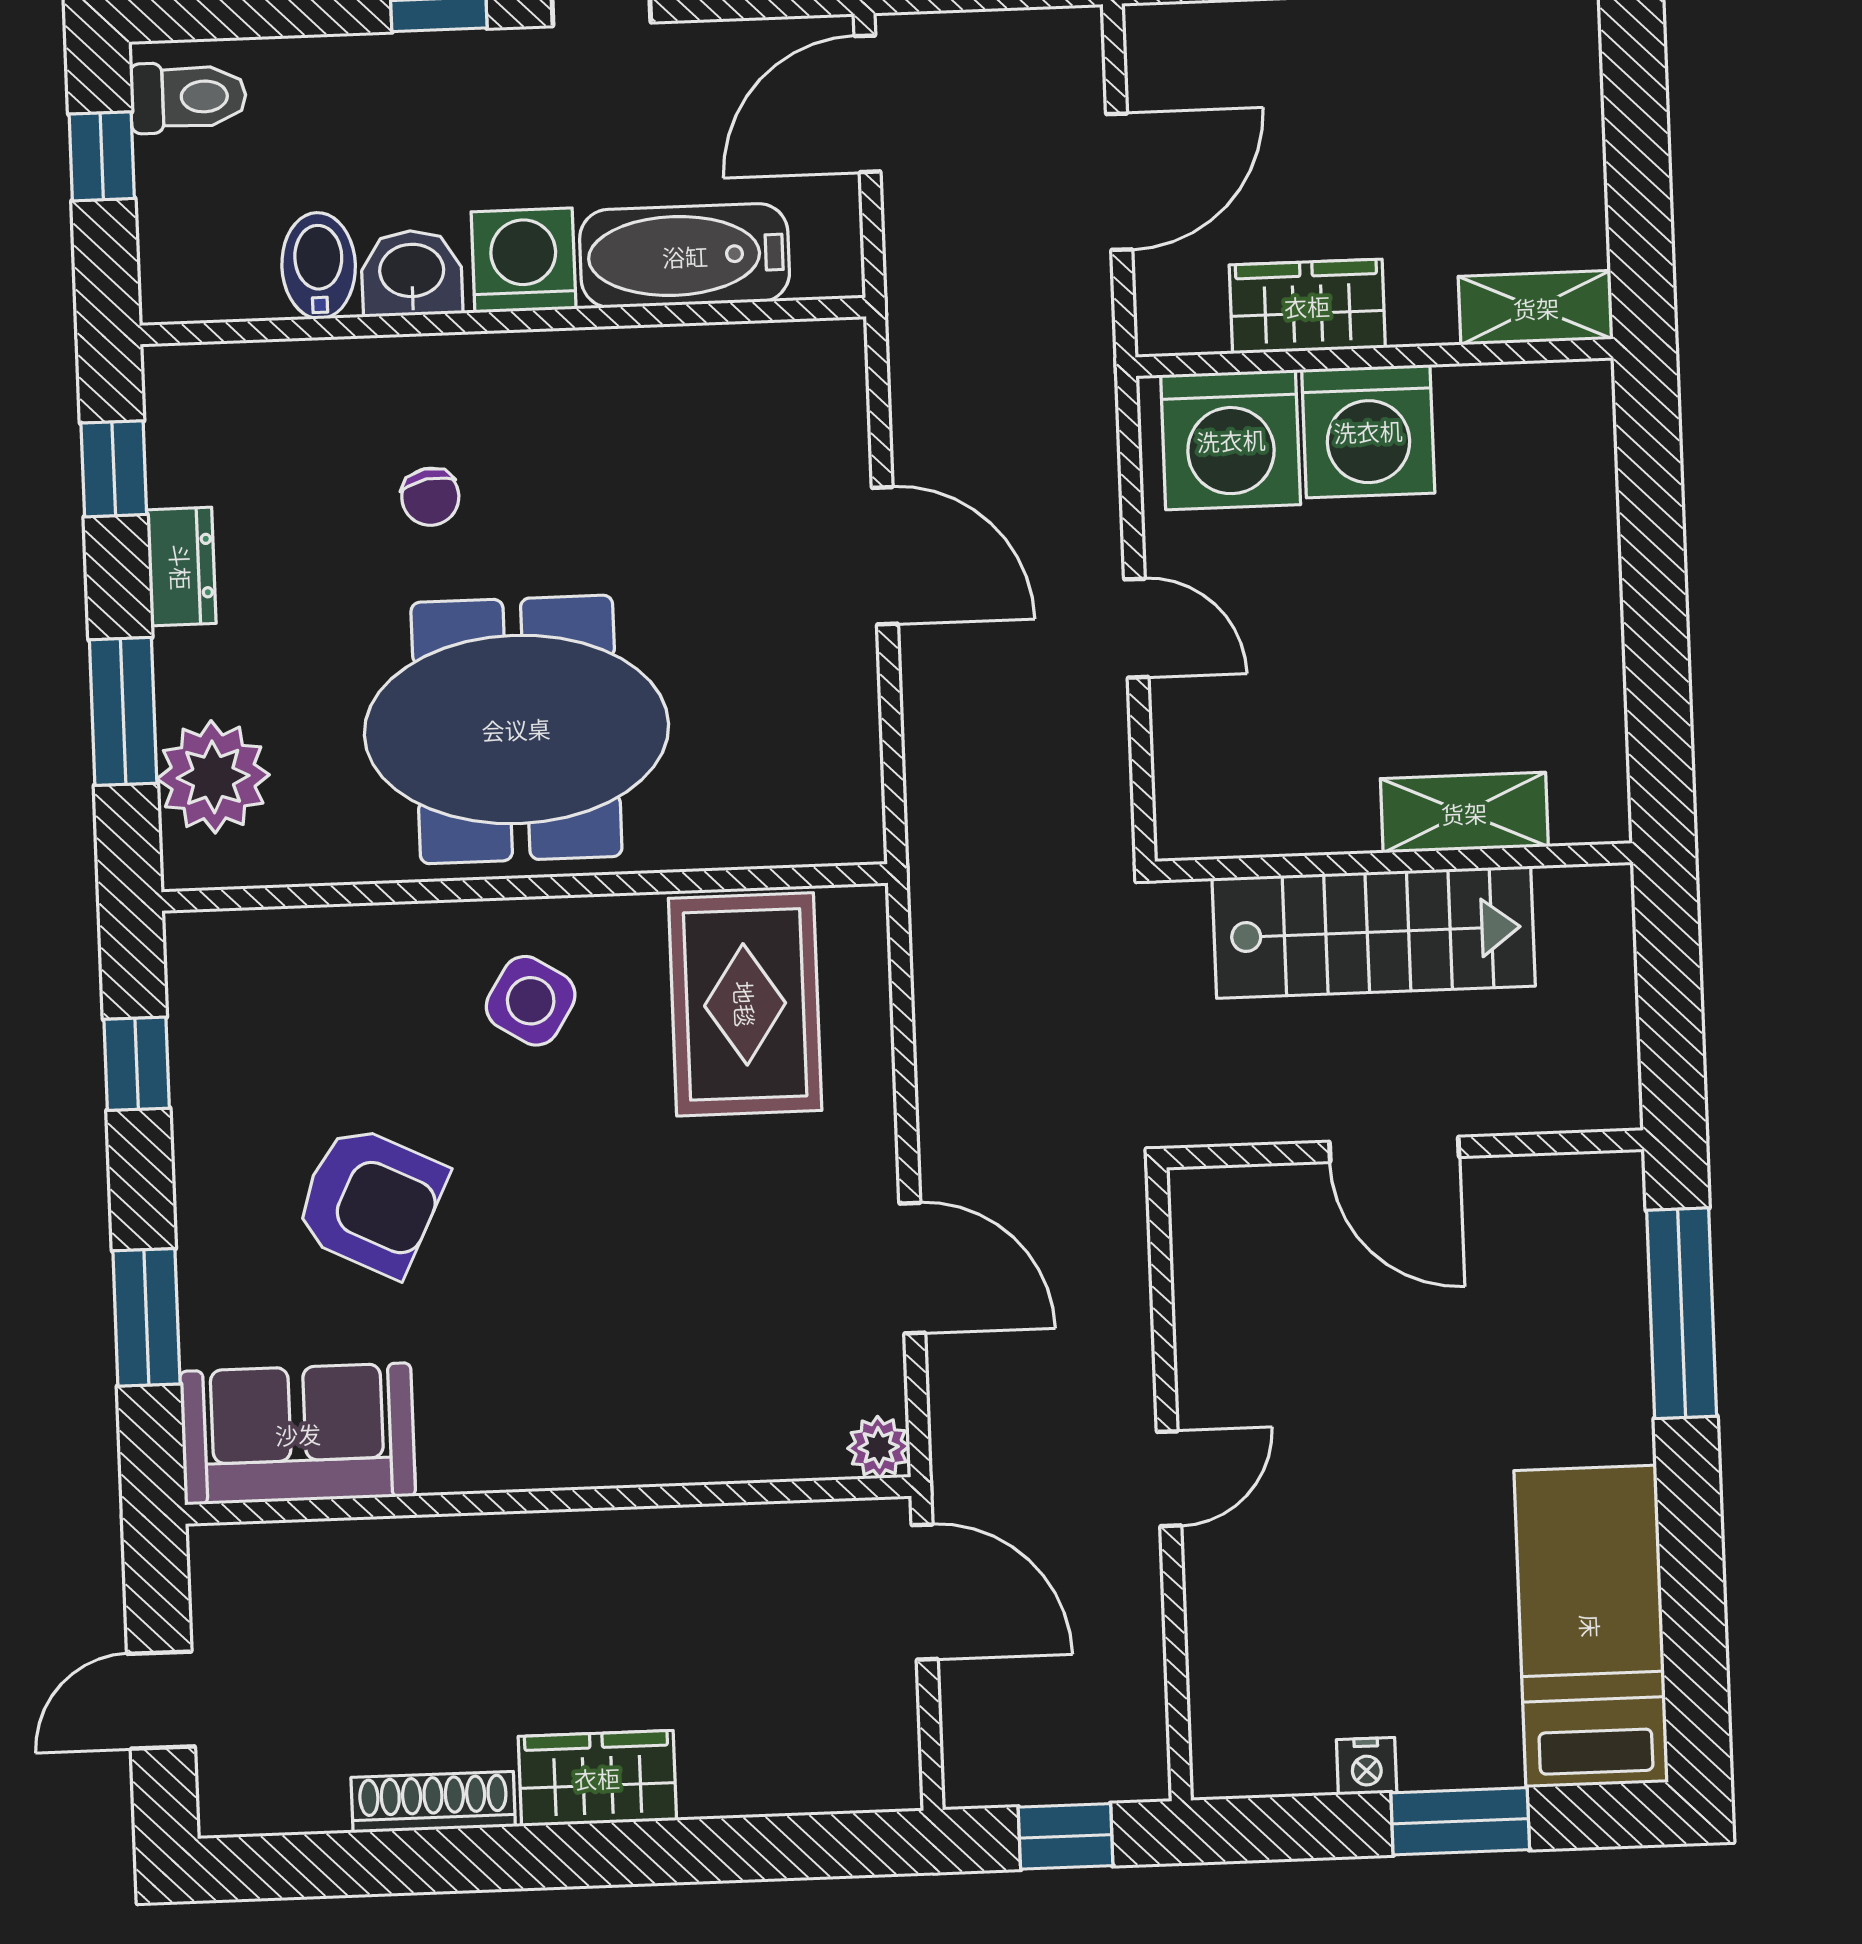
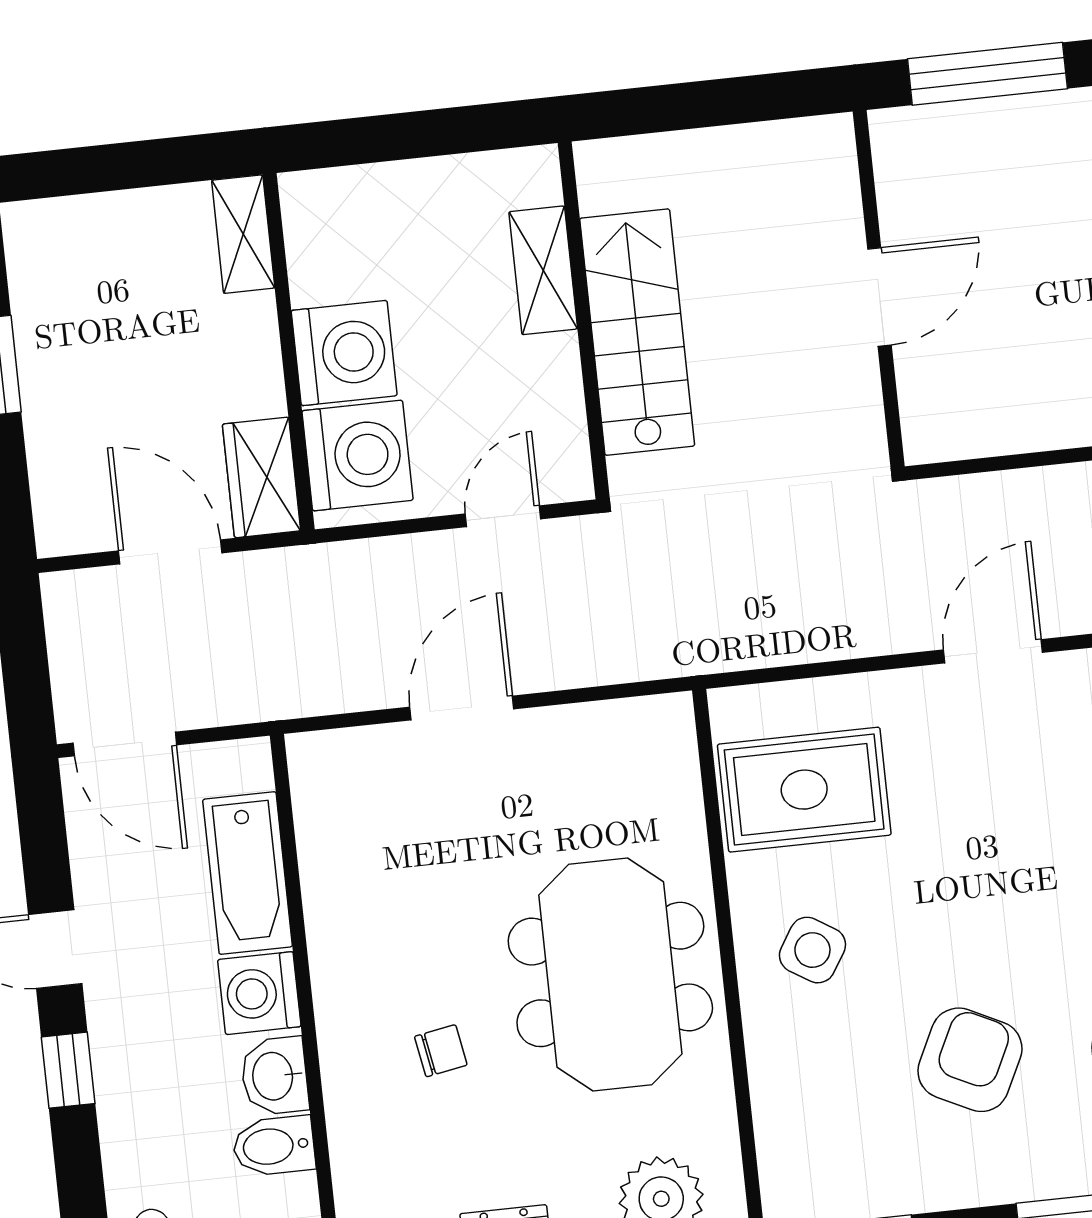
wardrobe: (1307, 306) -> (262, 477), moved
shelving: (1464, 813) -> (543, 270), moved
wall: (1394, 862) -> (584, 321), moved
stairs: (1374, 932) -> (637, 332), moved

